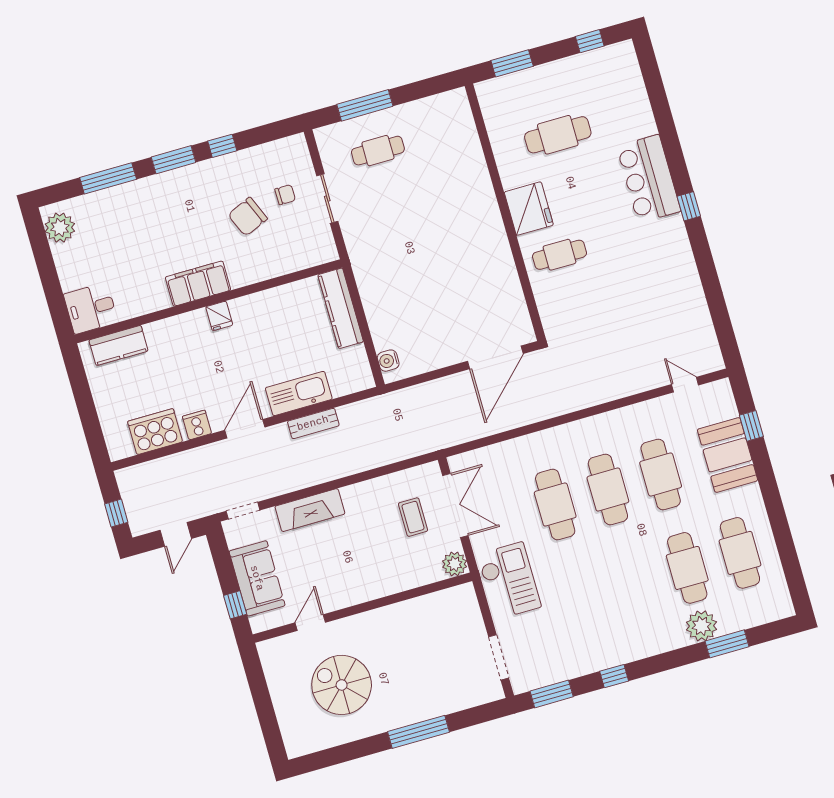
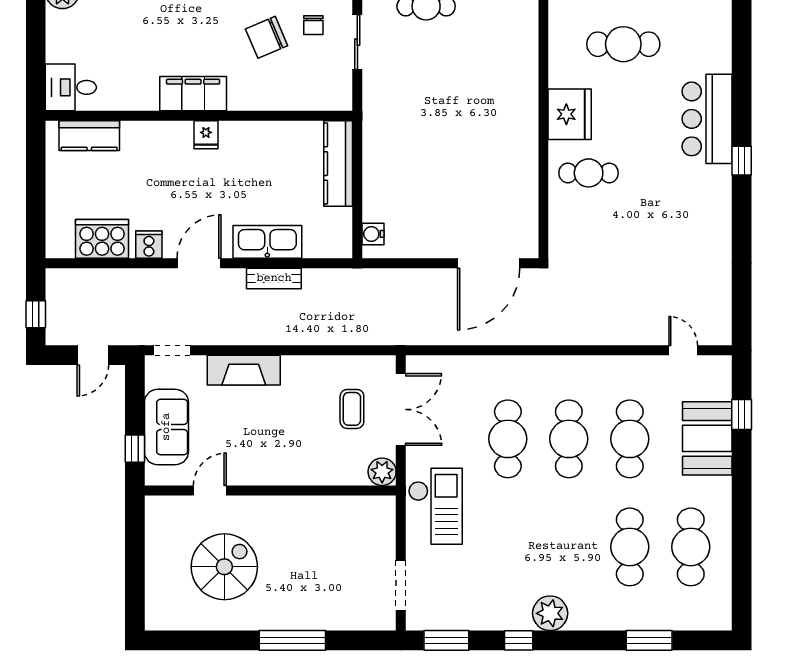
chair: (285, 195) -> (313, 25), turned 90
plant: (702, 626) -> (550, 613), moved
spiral stairs: (342, 685) -> (224, 567), turned 90

